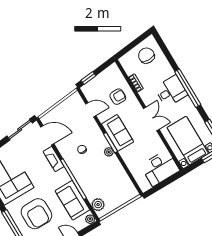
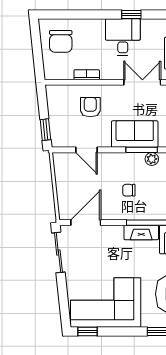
chair: (146, 56) -> (61, 41), turned -90
window: (188, 88) -> (131, 15), width x0.32
door: (91, 110) -> (87, 150), swing flipped
fireplace: (53, 159) -> (141, 232), moved

